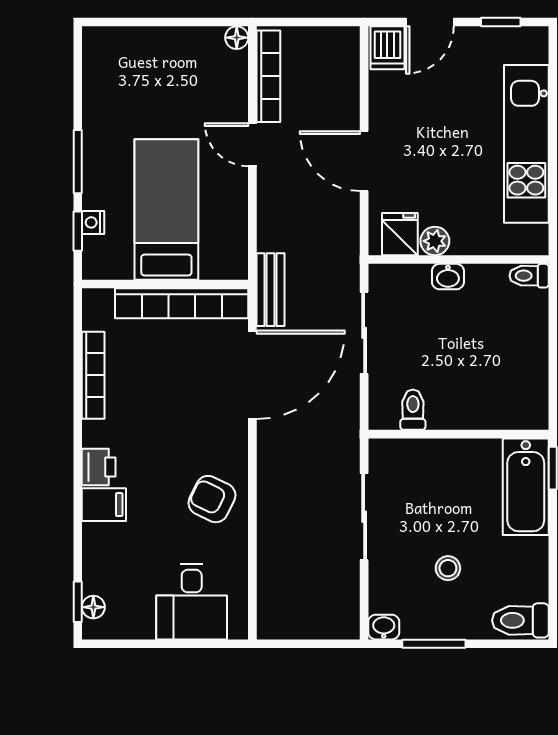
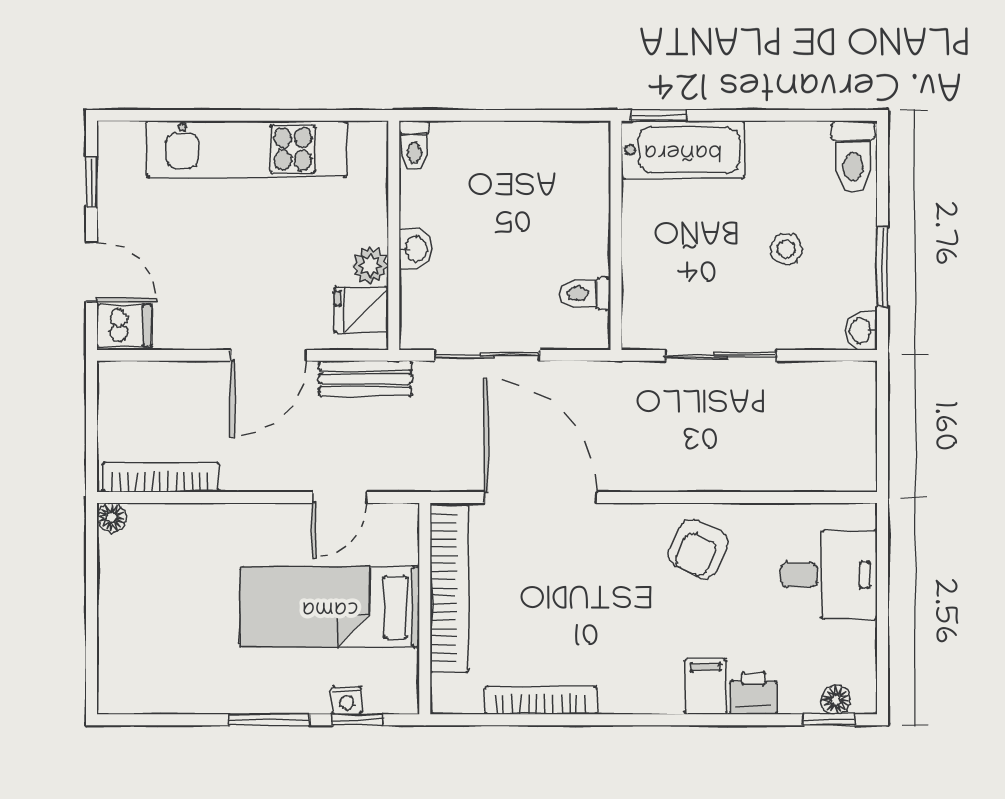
door: (252, 145) -> (340, 498), moved
bench: (271, 290) -> (365, 378), moved
printer: (99, 467) -> (753, 693), moved

